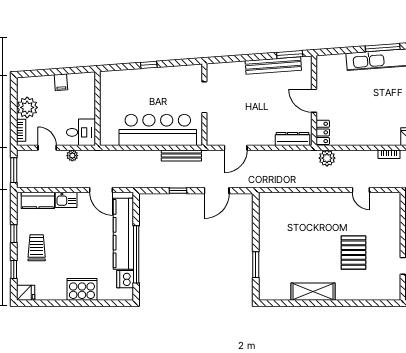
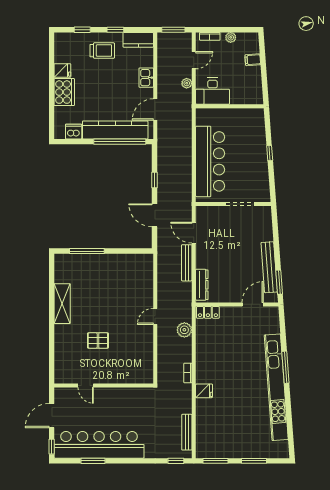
filing cabinet: (61, 82) -> (253, 60), moved
door: (314, 101) -> (253, 304), moved
plant: (27, 107) -> (231, 37), width x0.53, depth x0.53
desk: (81, 132) -> (213, 91), width x1.37
bench: (181, 155) -> (187, 263), moved
plant: (327, 158) -> (184, 330), moved
door: (361, 190) -> (155, 316), moved
kitchen counter: (38, 200) -> (138, 40), moved, turned -90
pallet: (353, 253) -> (98, 341), width x0.67, depth x0.71
window: (136, 254) -> (120, 142), moved
window: (256, 265) -> (87, 251), width x1.44
fridge: (26, 293) -> (62, 70), moved, turned -90

